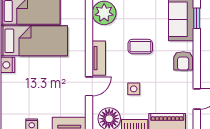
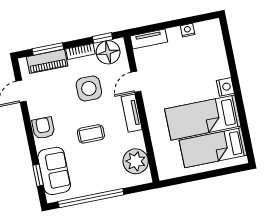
side table: (134, 89) -> (89, 88), width x1.87, depth x1.87

